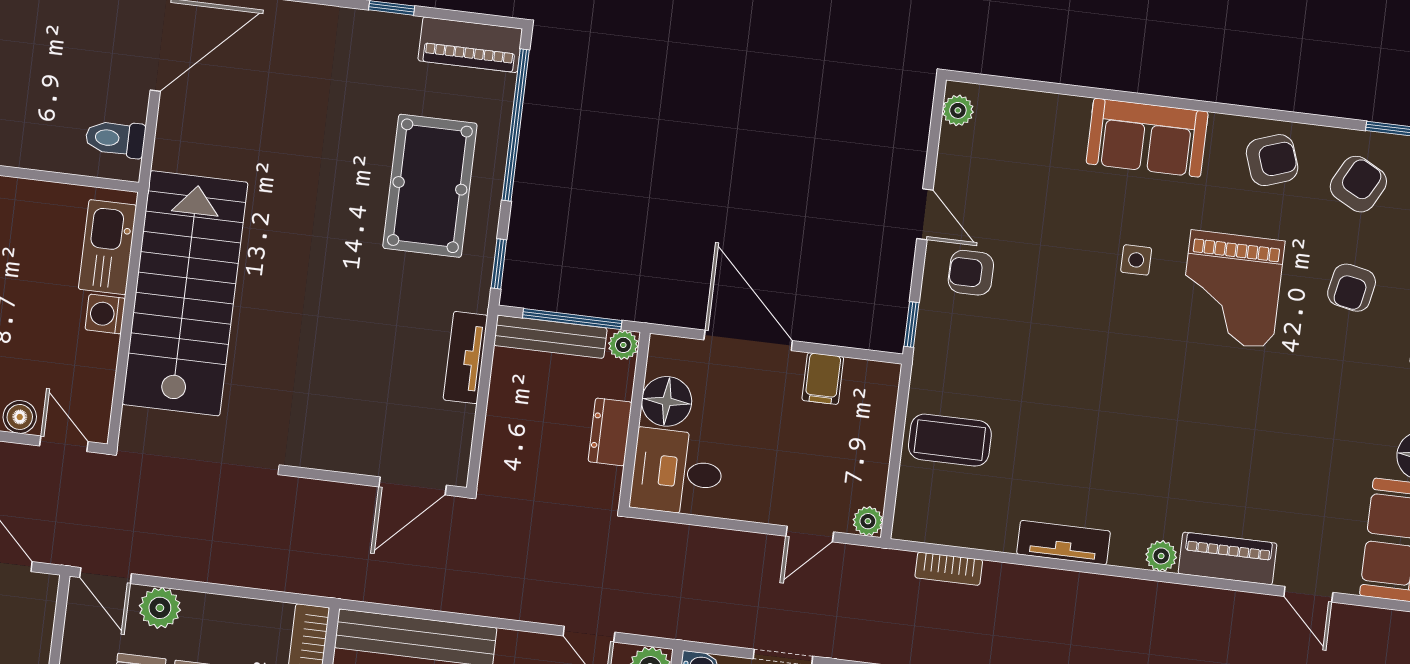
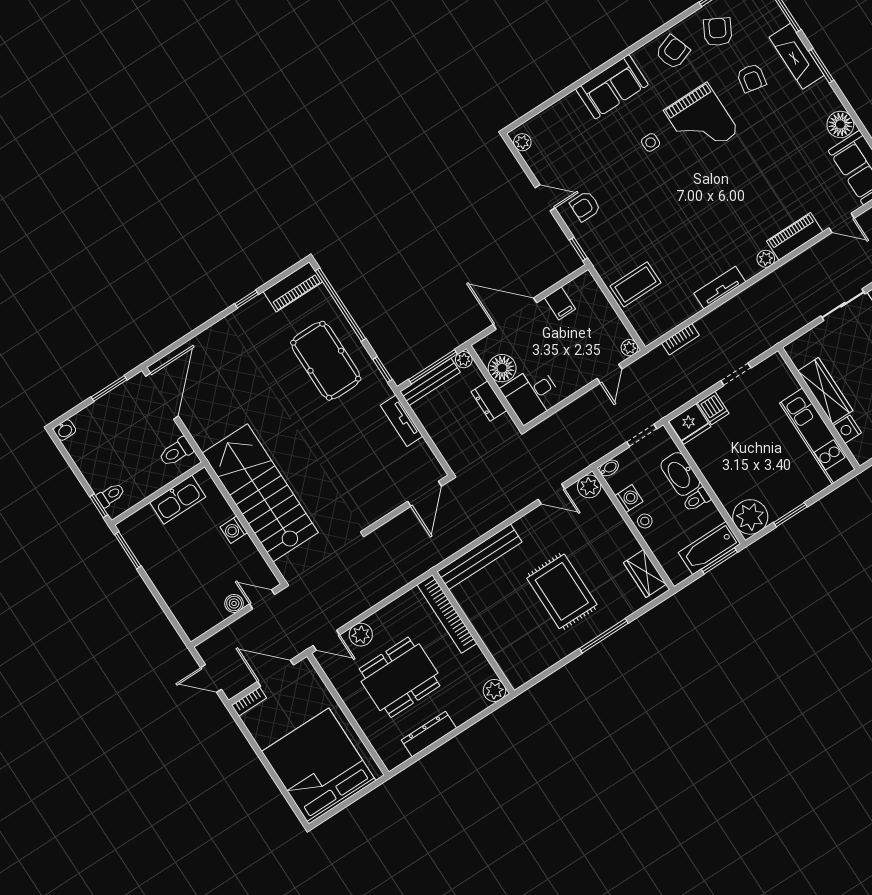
kitchen sink: (107, 247) -> (178, 500), moved, turned -90

